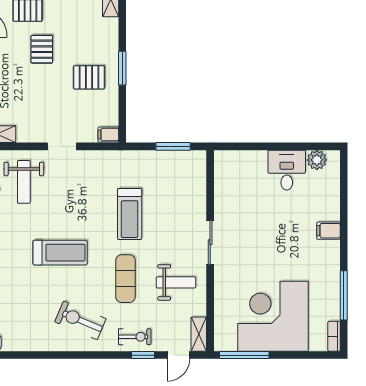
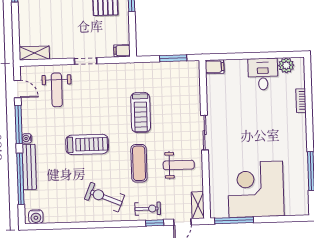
filing cabinet: (328, 231) -> (215, 67), moved, turned 180
bookcase: (334, 336) -> (301, 101), moved

